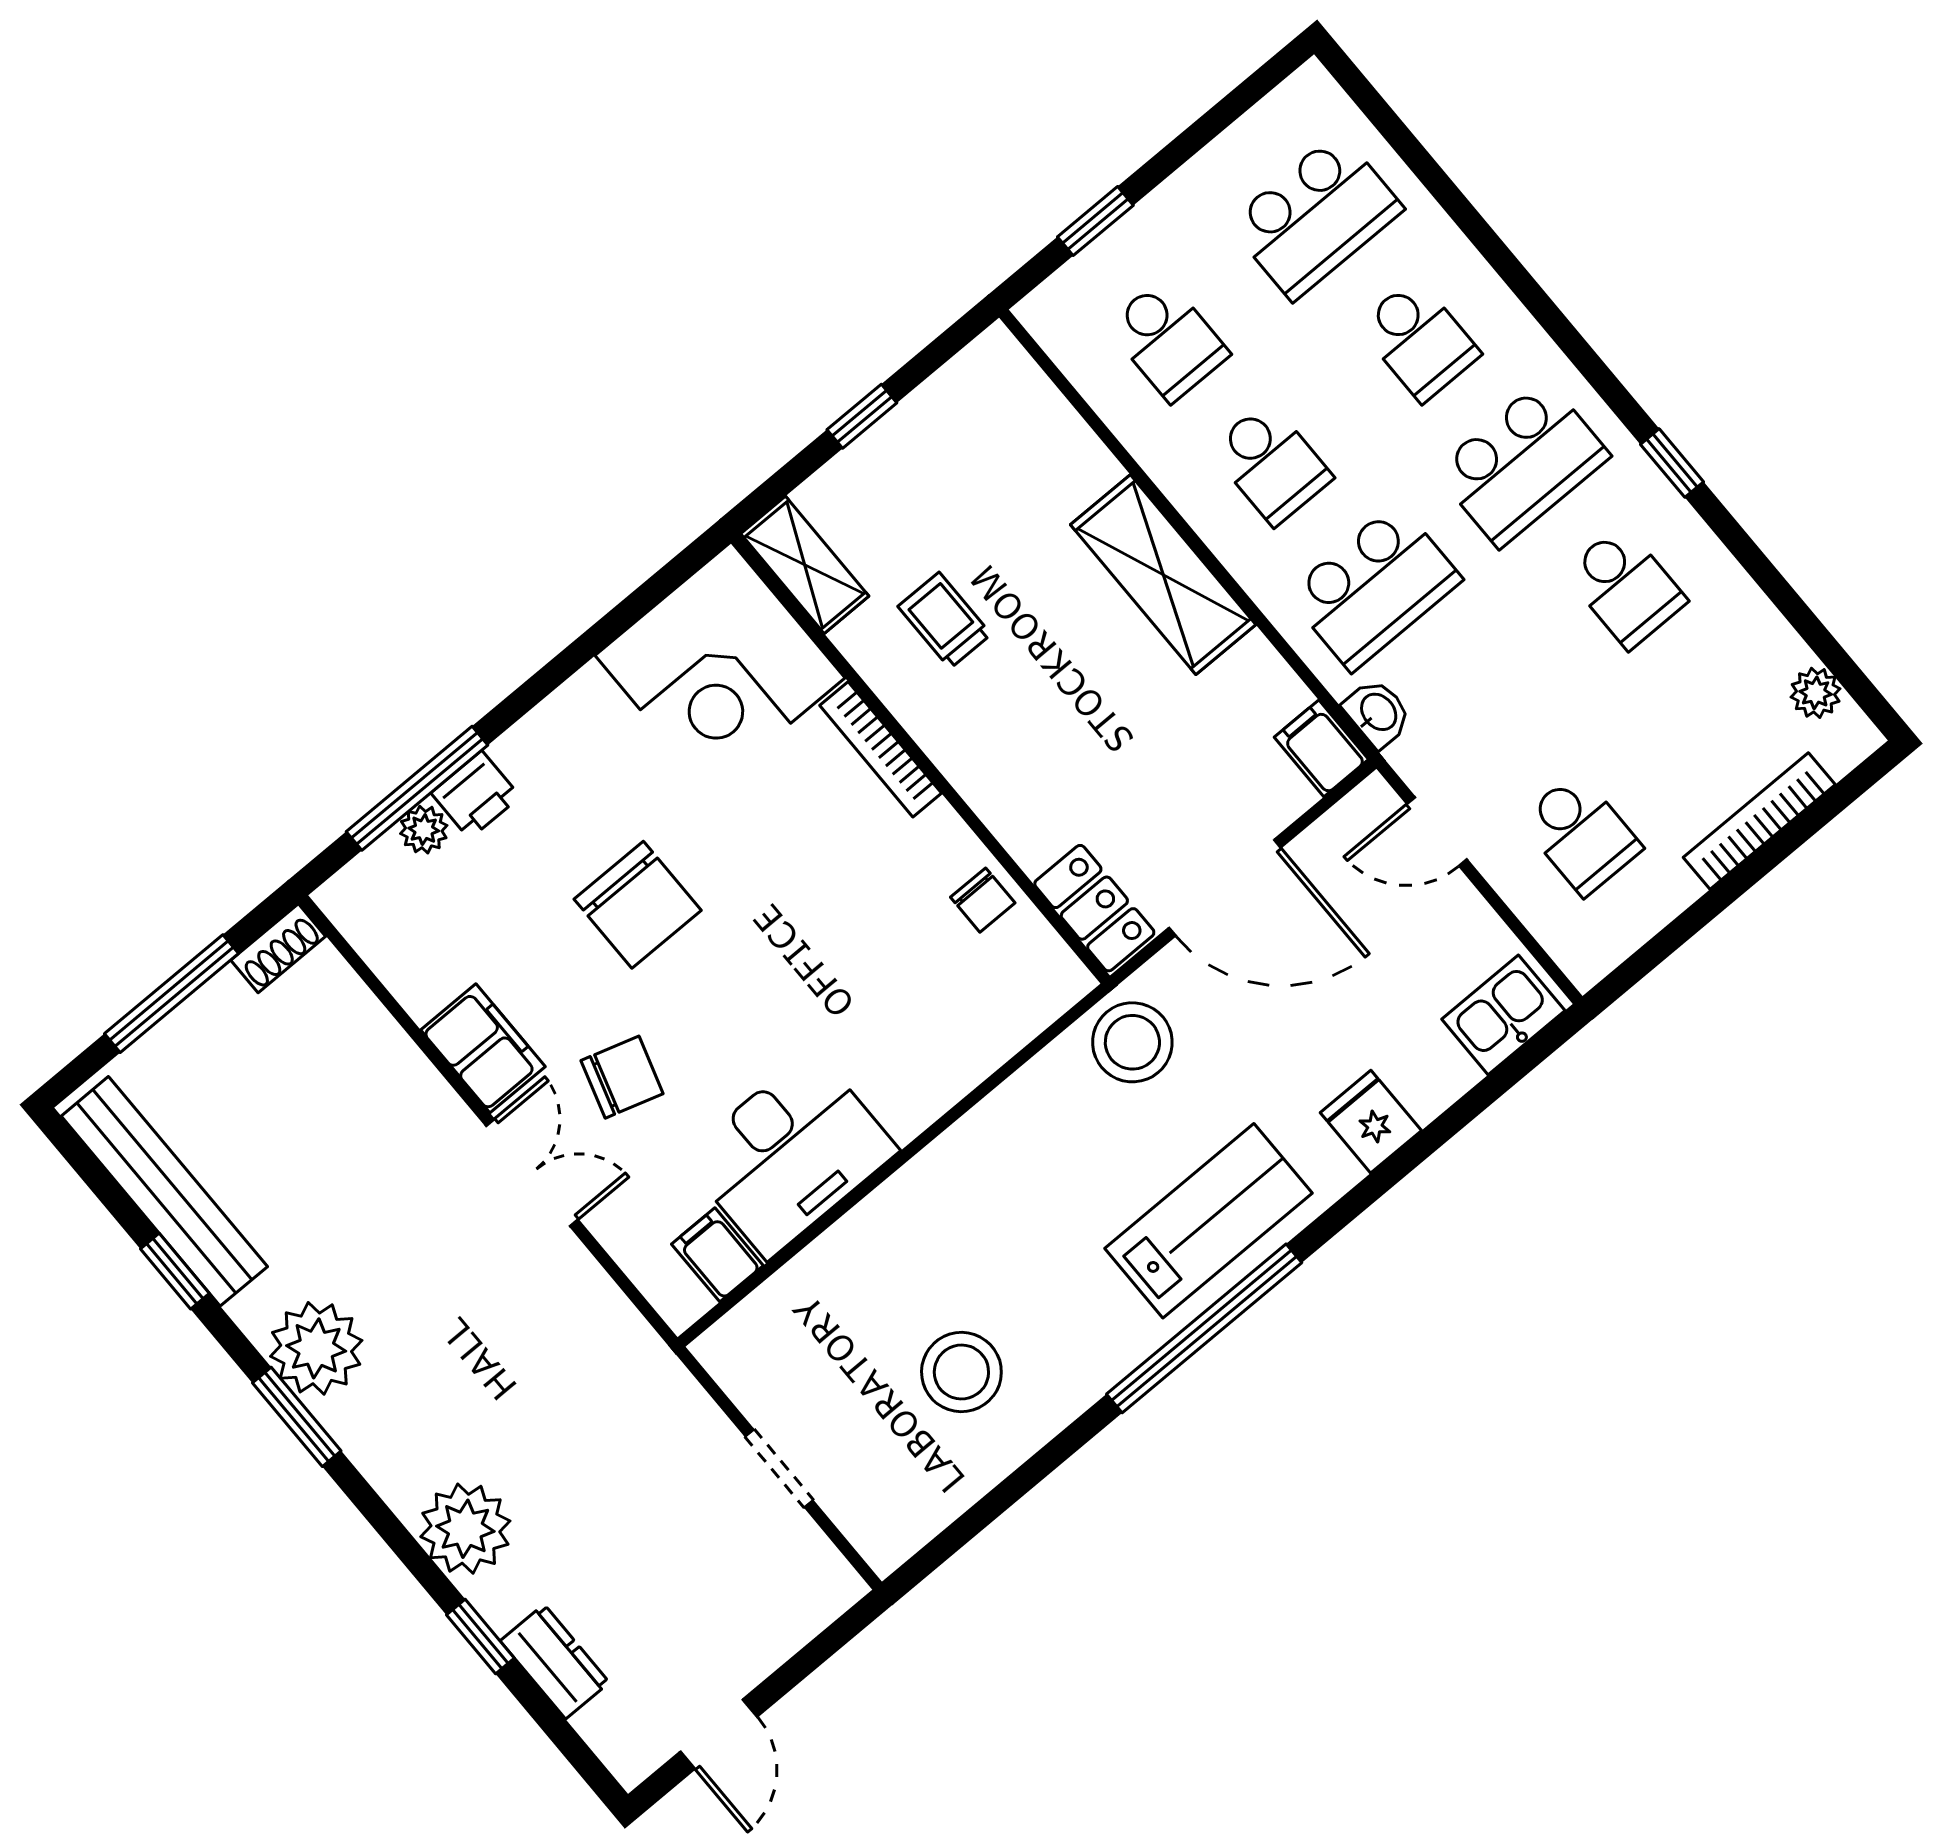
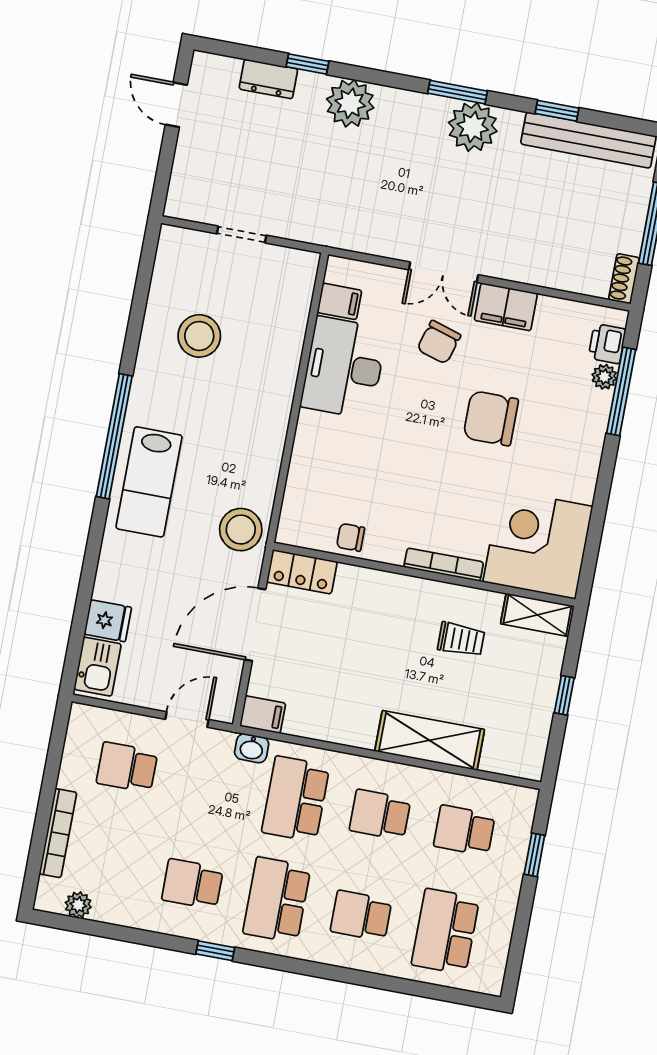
shelving: (1163, 575) -> (430, 740), moved
printer: (476, 795) -> (607, 344), moved
fridge: (1371, 1122) -> (108, 621), moved

